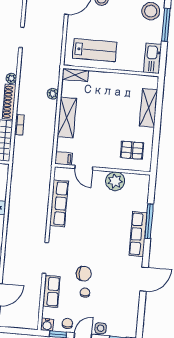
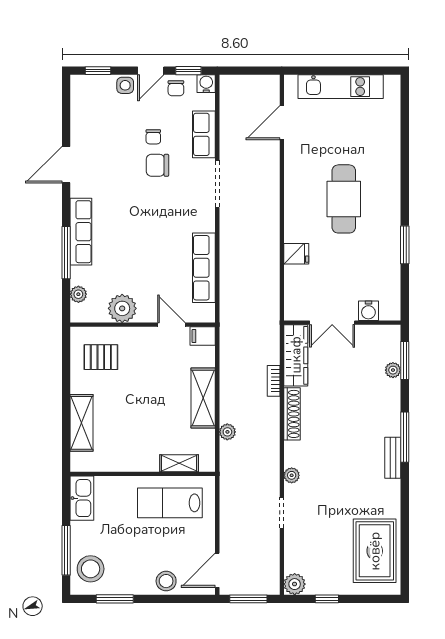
shelving: (75, 75) -> (179, 463), moved
plant: (11, 78) -> (292, 475), moved
plant: (143, 193) -> (78, 294), added

